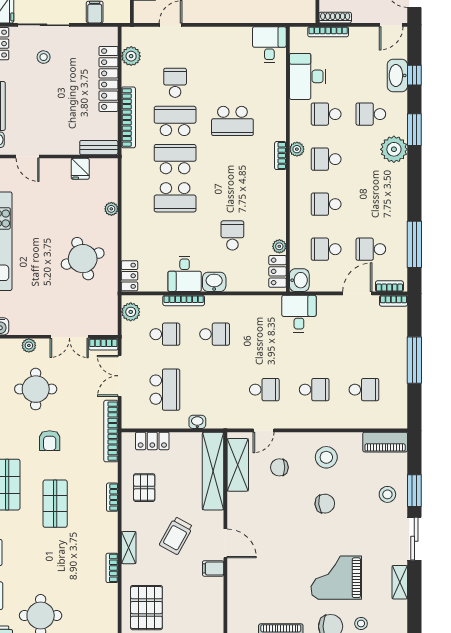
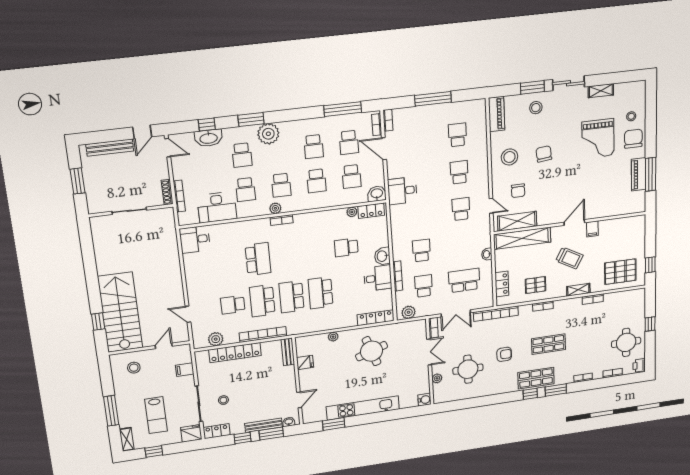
school desk: (175, 197) -> (321, 293), turned 180
school desk: (371, 204) -> (314, 147), added
locker: (129, 276) -> (376, 318), width x1.53

